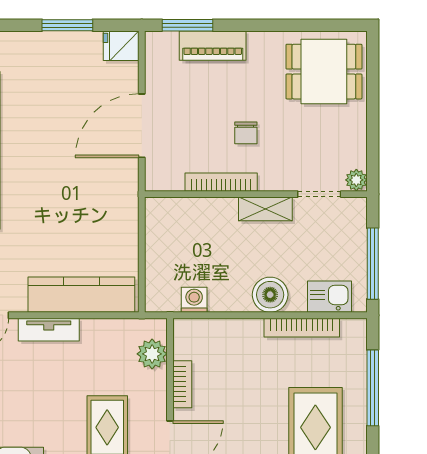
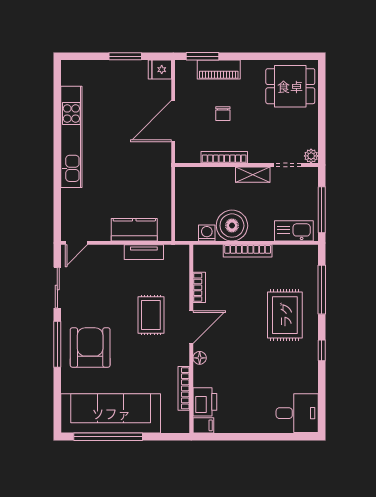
chair: (246, 133) -> (223, 114), moved
kitchen counter: (81, 295) -> (134, 230), width x0.67
boiler: (270, 295) -> (232, 226), moved, width x1.37, depth x1.37
kitchen sink: (329, 297) -> (294, 231), width x1.38
bookcase: (302, 328) -> (248, 251), moved
tv unit: (49, 330) -> (144, 252), moved
plant: (152, 354) -> (180, 268), removed

